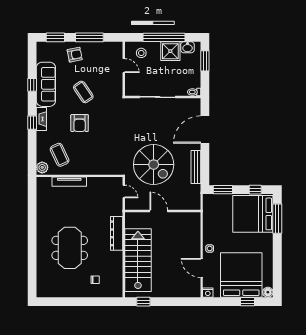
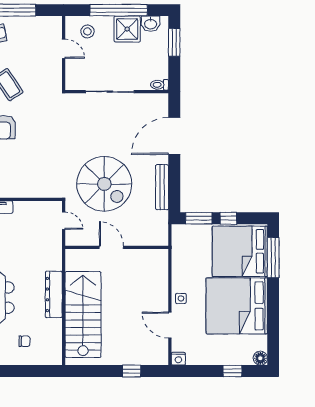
window: (255, 190) -> (228, 218), moved
dresser: (117, 233) -> (54, 294), moved
bed: (241, 275) -> (237, 306), moved, turned -90
window: (143, 302) -> (132, 371), moved

